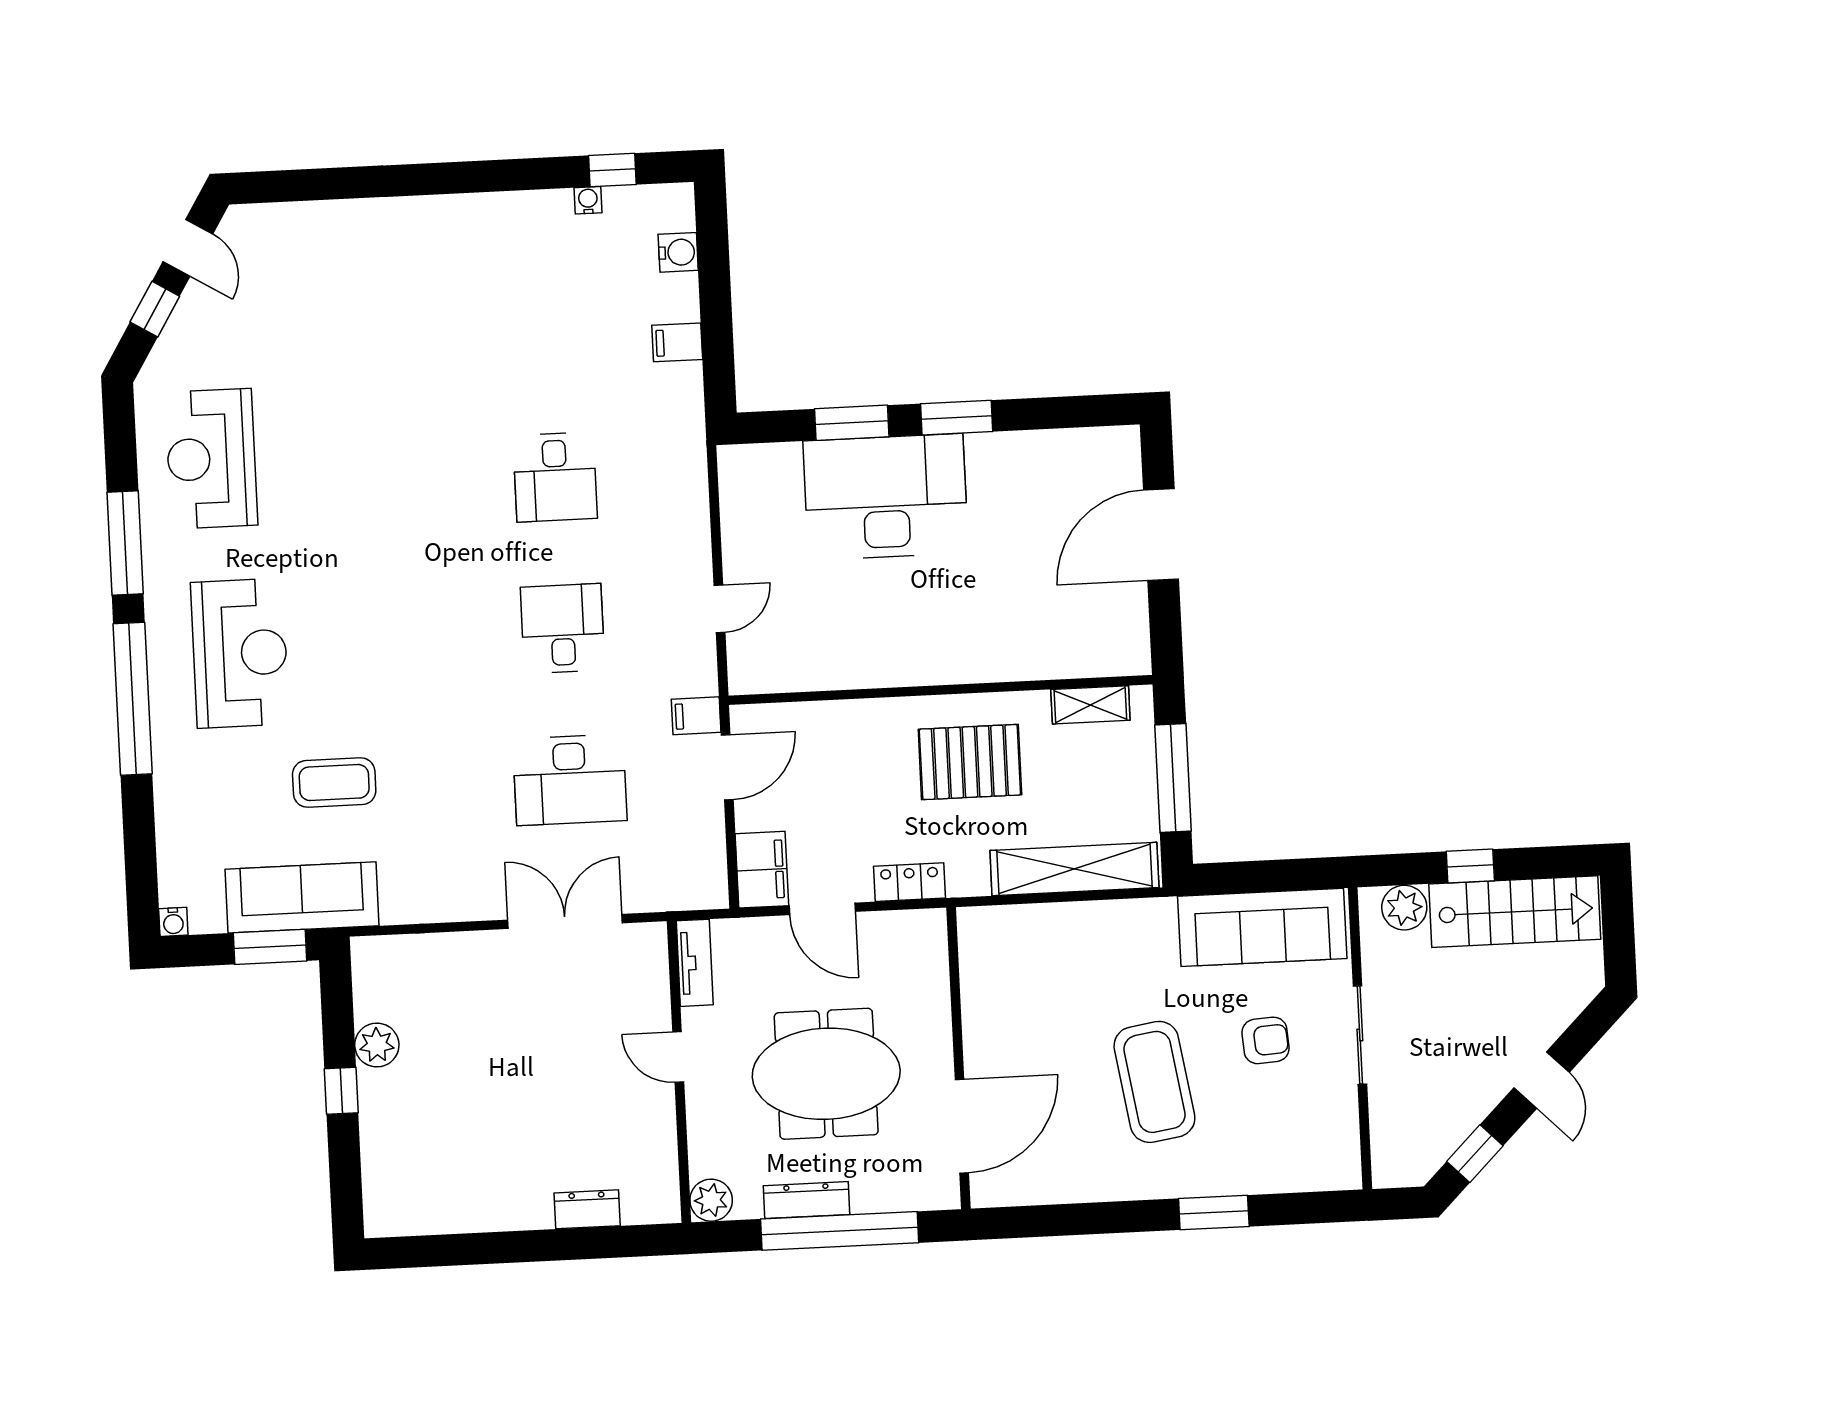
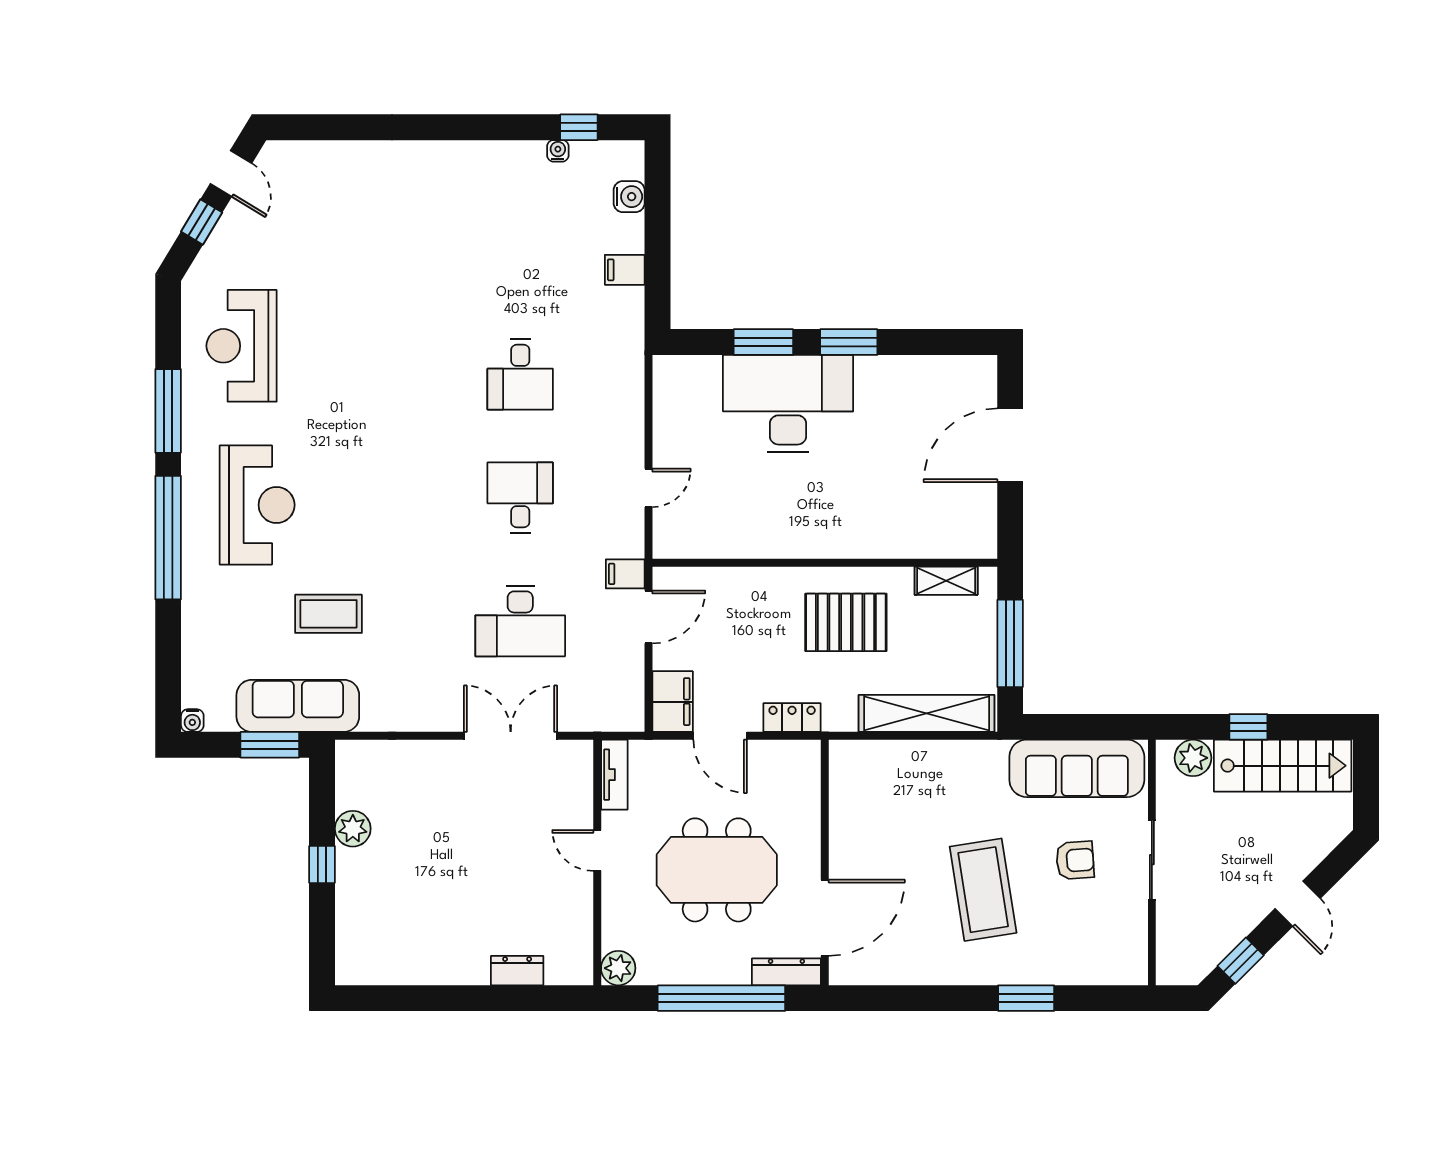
dresser: (806, 1200) -> (786, 972), moved

